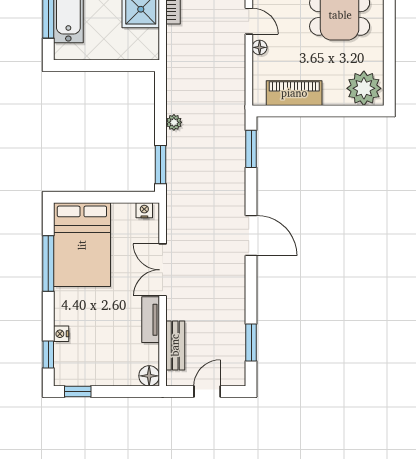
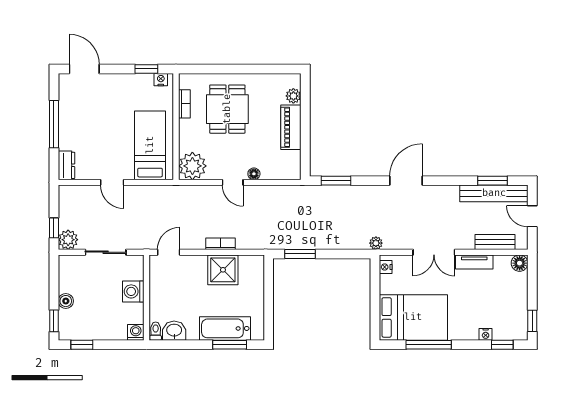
door: (249, 21) -> (233, 182), swing flipped
plant: (364, 88) -> (293, 96), width x0.53, depth x0.53
piano: (294, 93) -> (291, 127), moved
plant: (174, 122) -> (376, 243), moved
window: (160, 165) -> (300, 254), moved
bench: (235, 344) -> (494, 193), added

